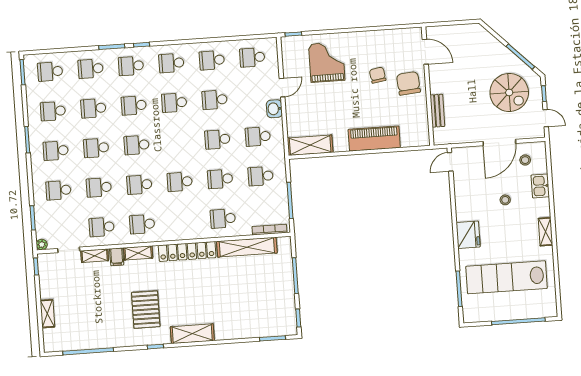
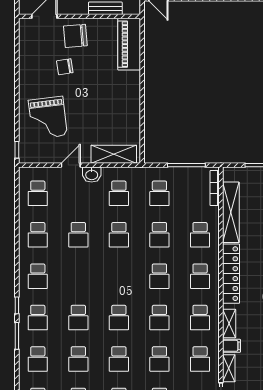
grand piano: (327, 62) -> (48, 118), turned -97
door: (282, 88) -> (71, 165), hinge flipped
school desk: (174, 103) -> (200, 276), moved
piano: (374, 139) -> (129, 44), moved
shelving: (310, 145) -> (114, 154), moved, turned 90

